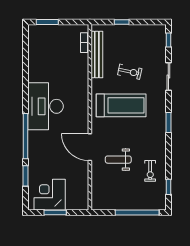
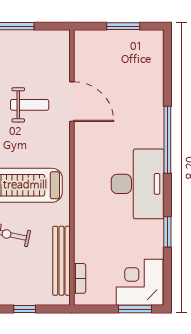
door: (90, 147) -> (72, 102), moved
window: (26, 176) -> (167, 232), moved
corner desk: (50, 195) -> (140, 282), moved, turned 180

